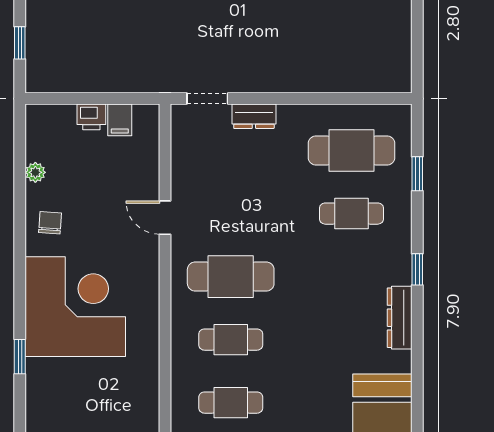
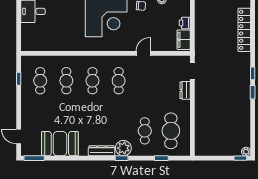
filing cabinet: (120, 120) -> (184, 40), width x2.00
plant: (393, 265) -> (123, 148), added
cafe table: (231, 277) -> (119, 81), width x0.73, depth x0.74

